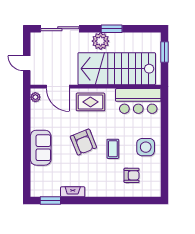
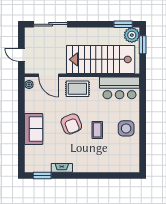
window: (112, 29) -> (123, 24), moved
plant: (101, 41) -> (132, 35), moved
armchair: (132, 175) -> (114, 153), removed

